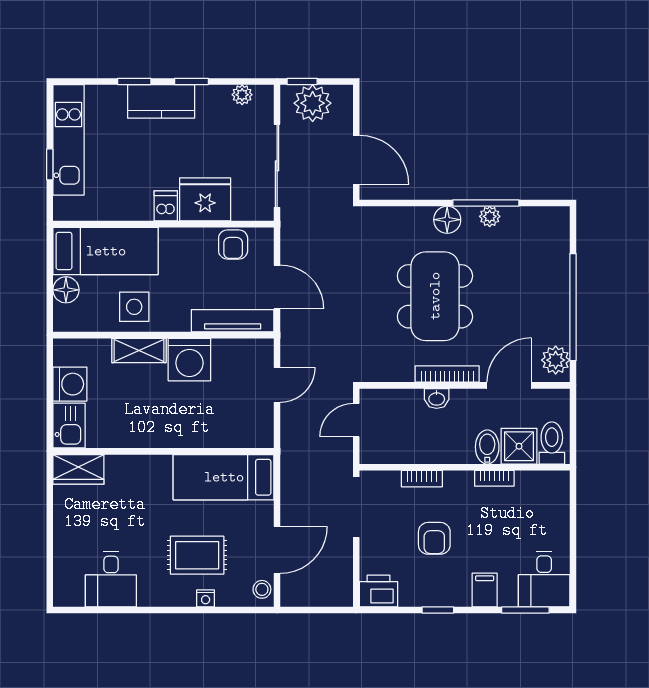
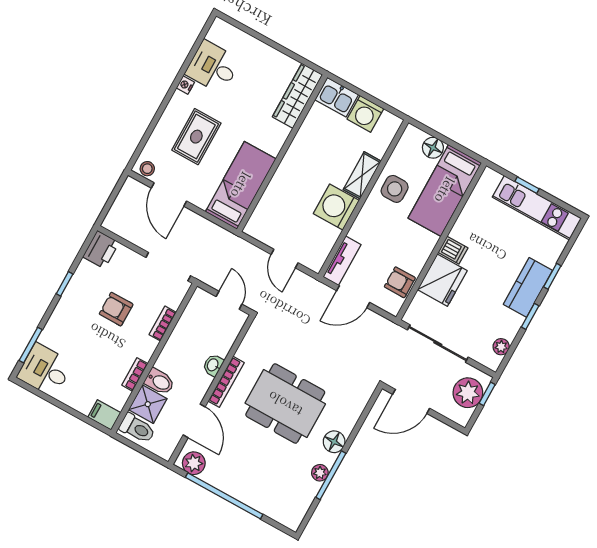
tv unit: (233, 321) -> (342, 261), width x0.71
wardrobe: (78, 469) -> (297, 96), width x1.50
filing cabinet: (485, 590) -> (104, 415), moved, turned 180
nightstand: (206, 598) -> (185, 85), moved

